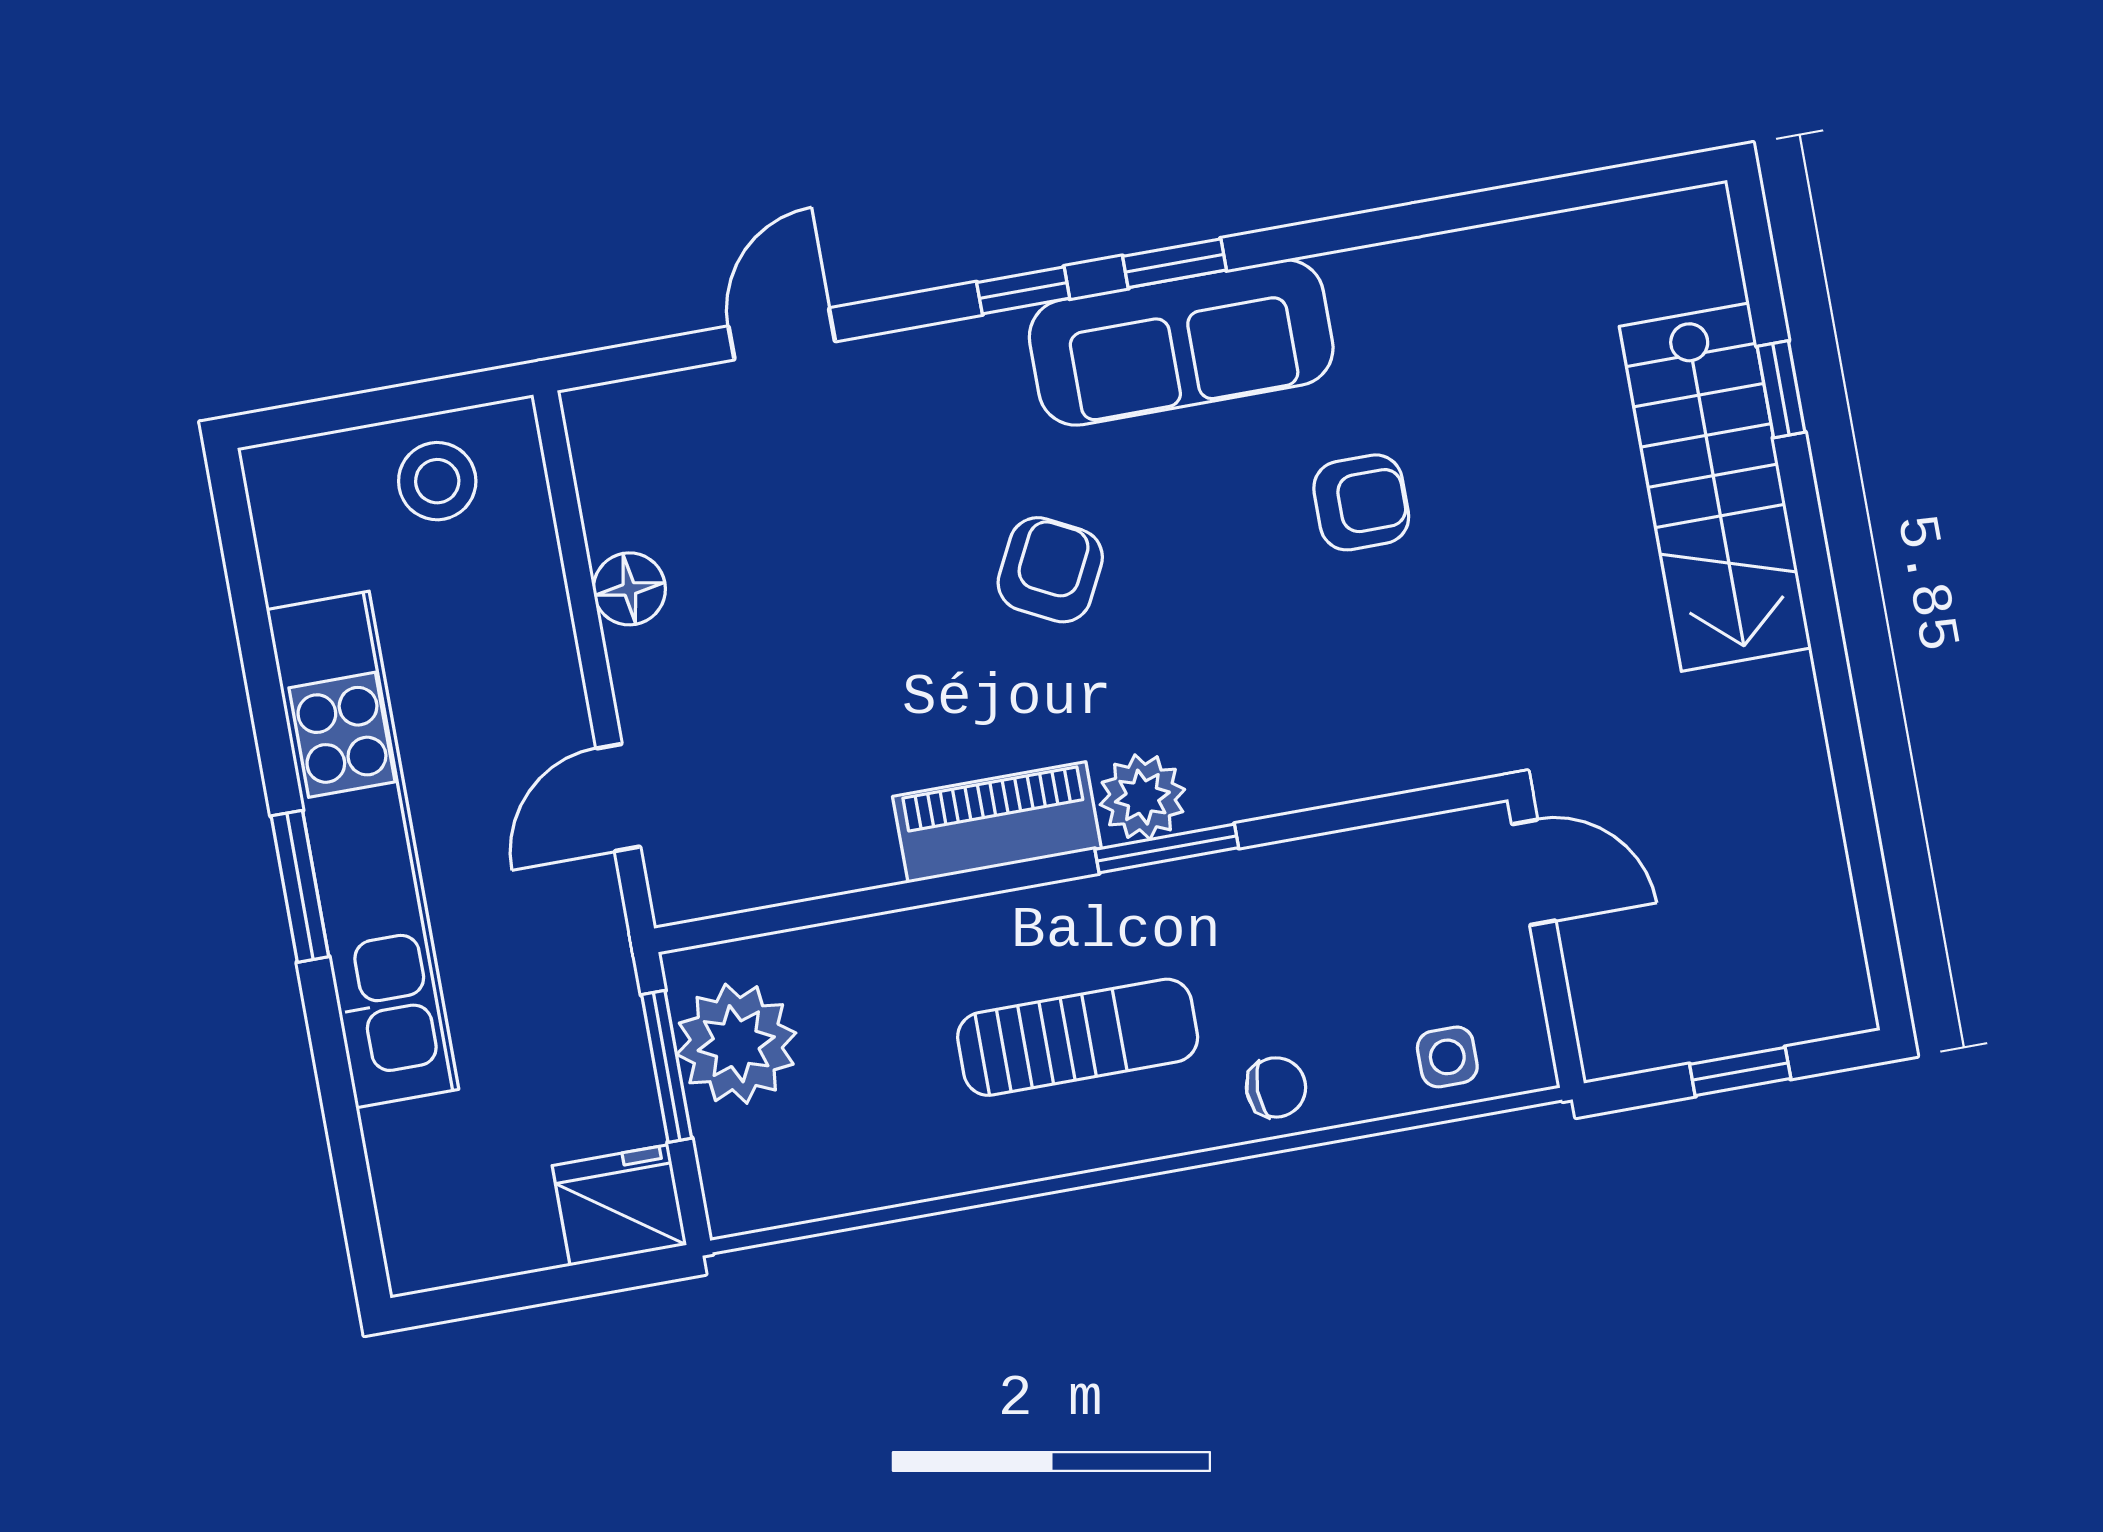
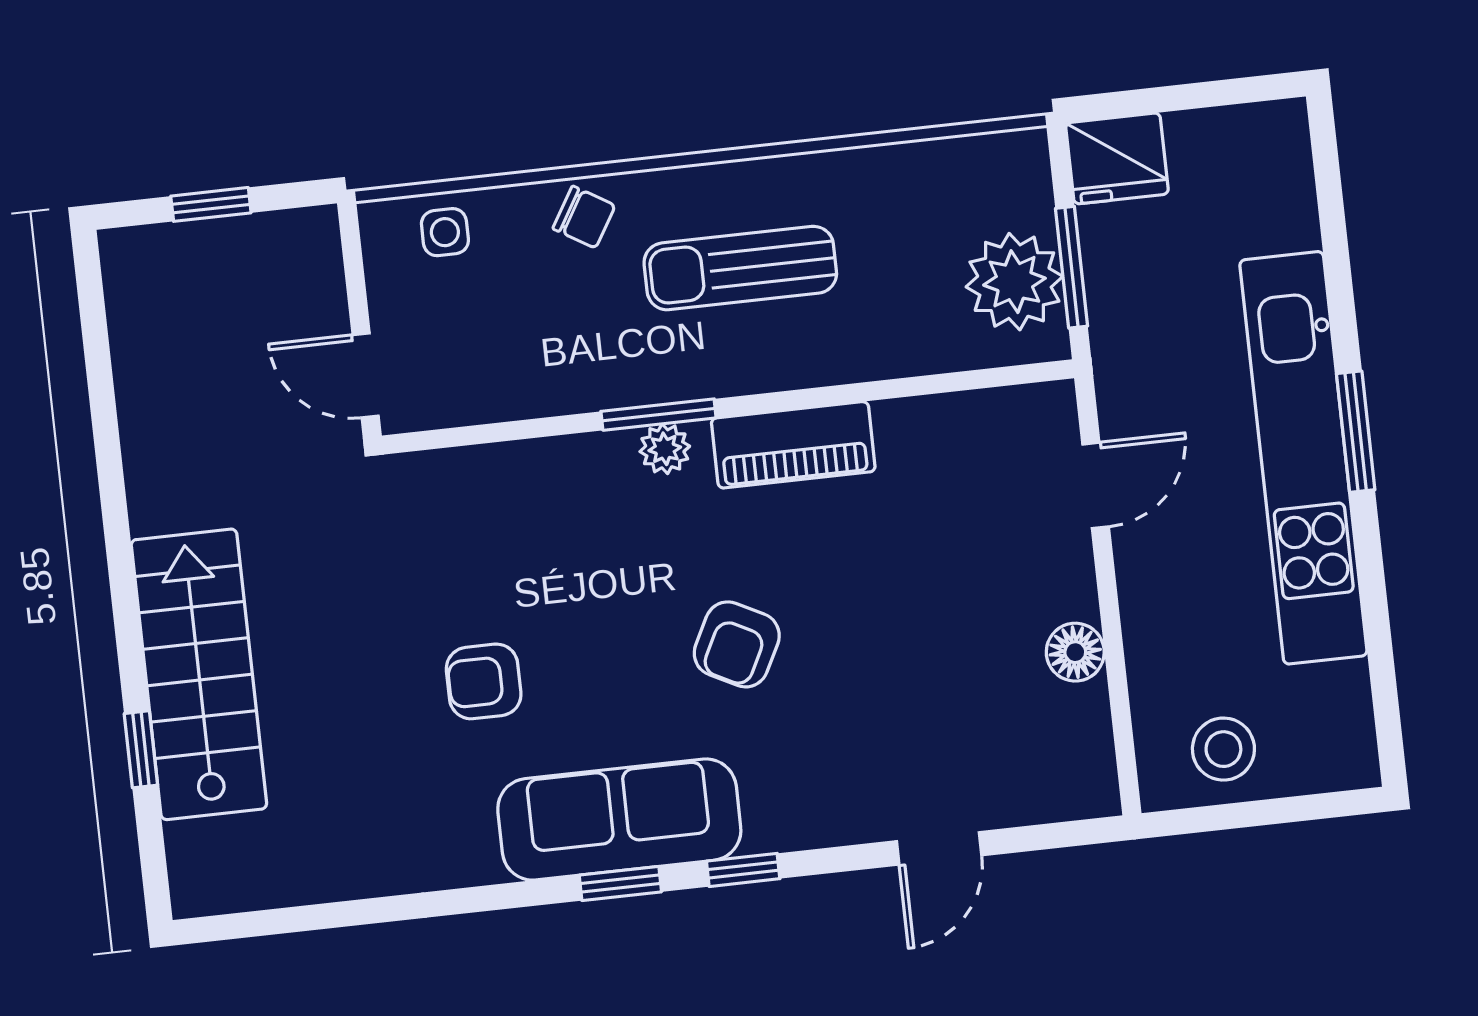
plant: (1142, 797) -> (665, 449), width x0.73, depth x0.73
chair: (1276, 1087) -> (584, 217), turned -149

